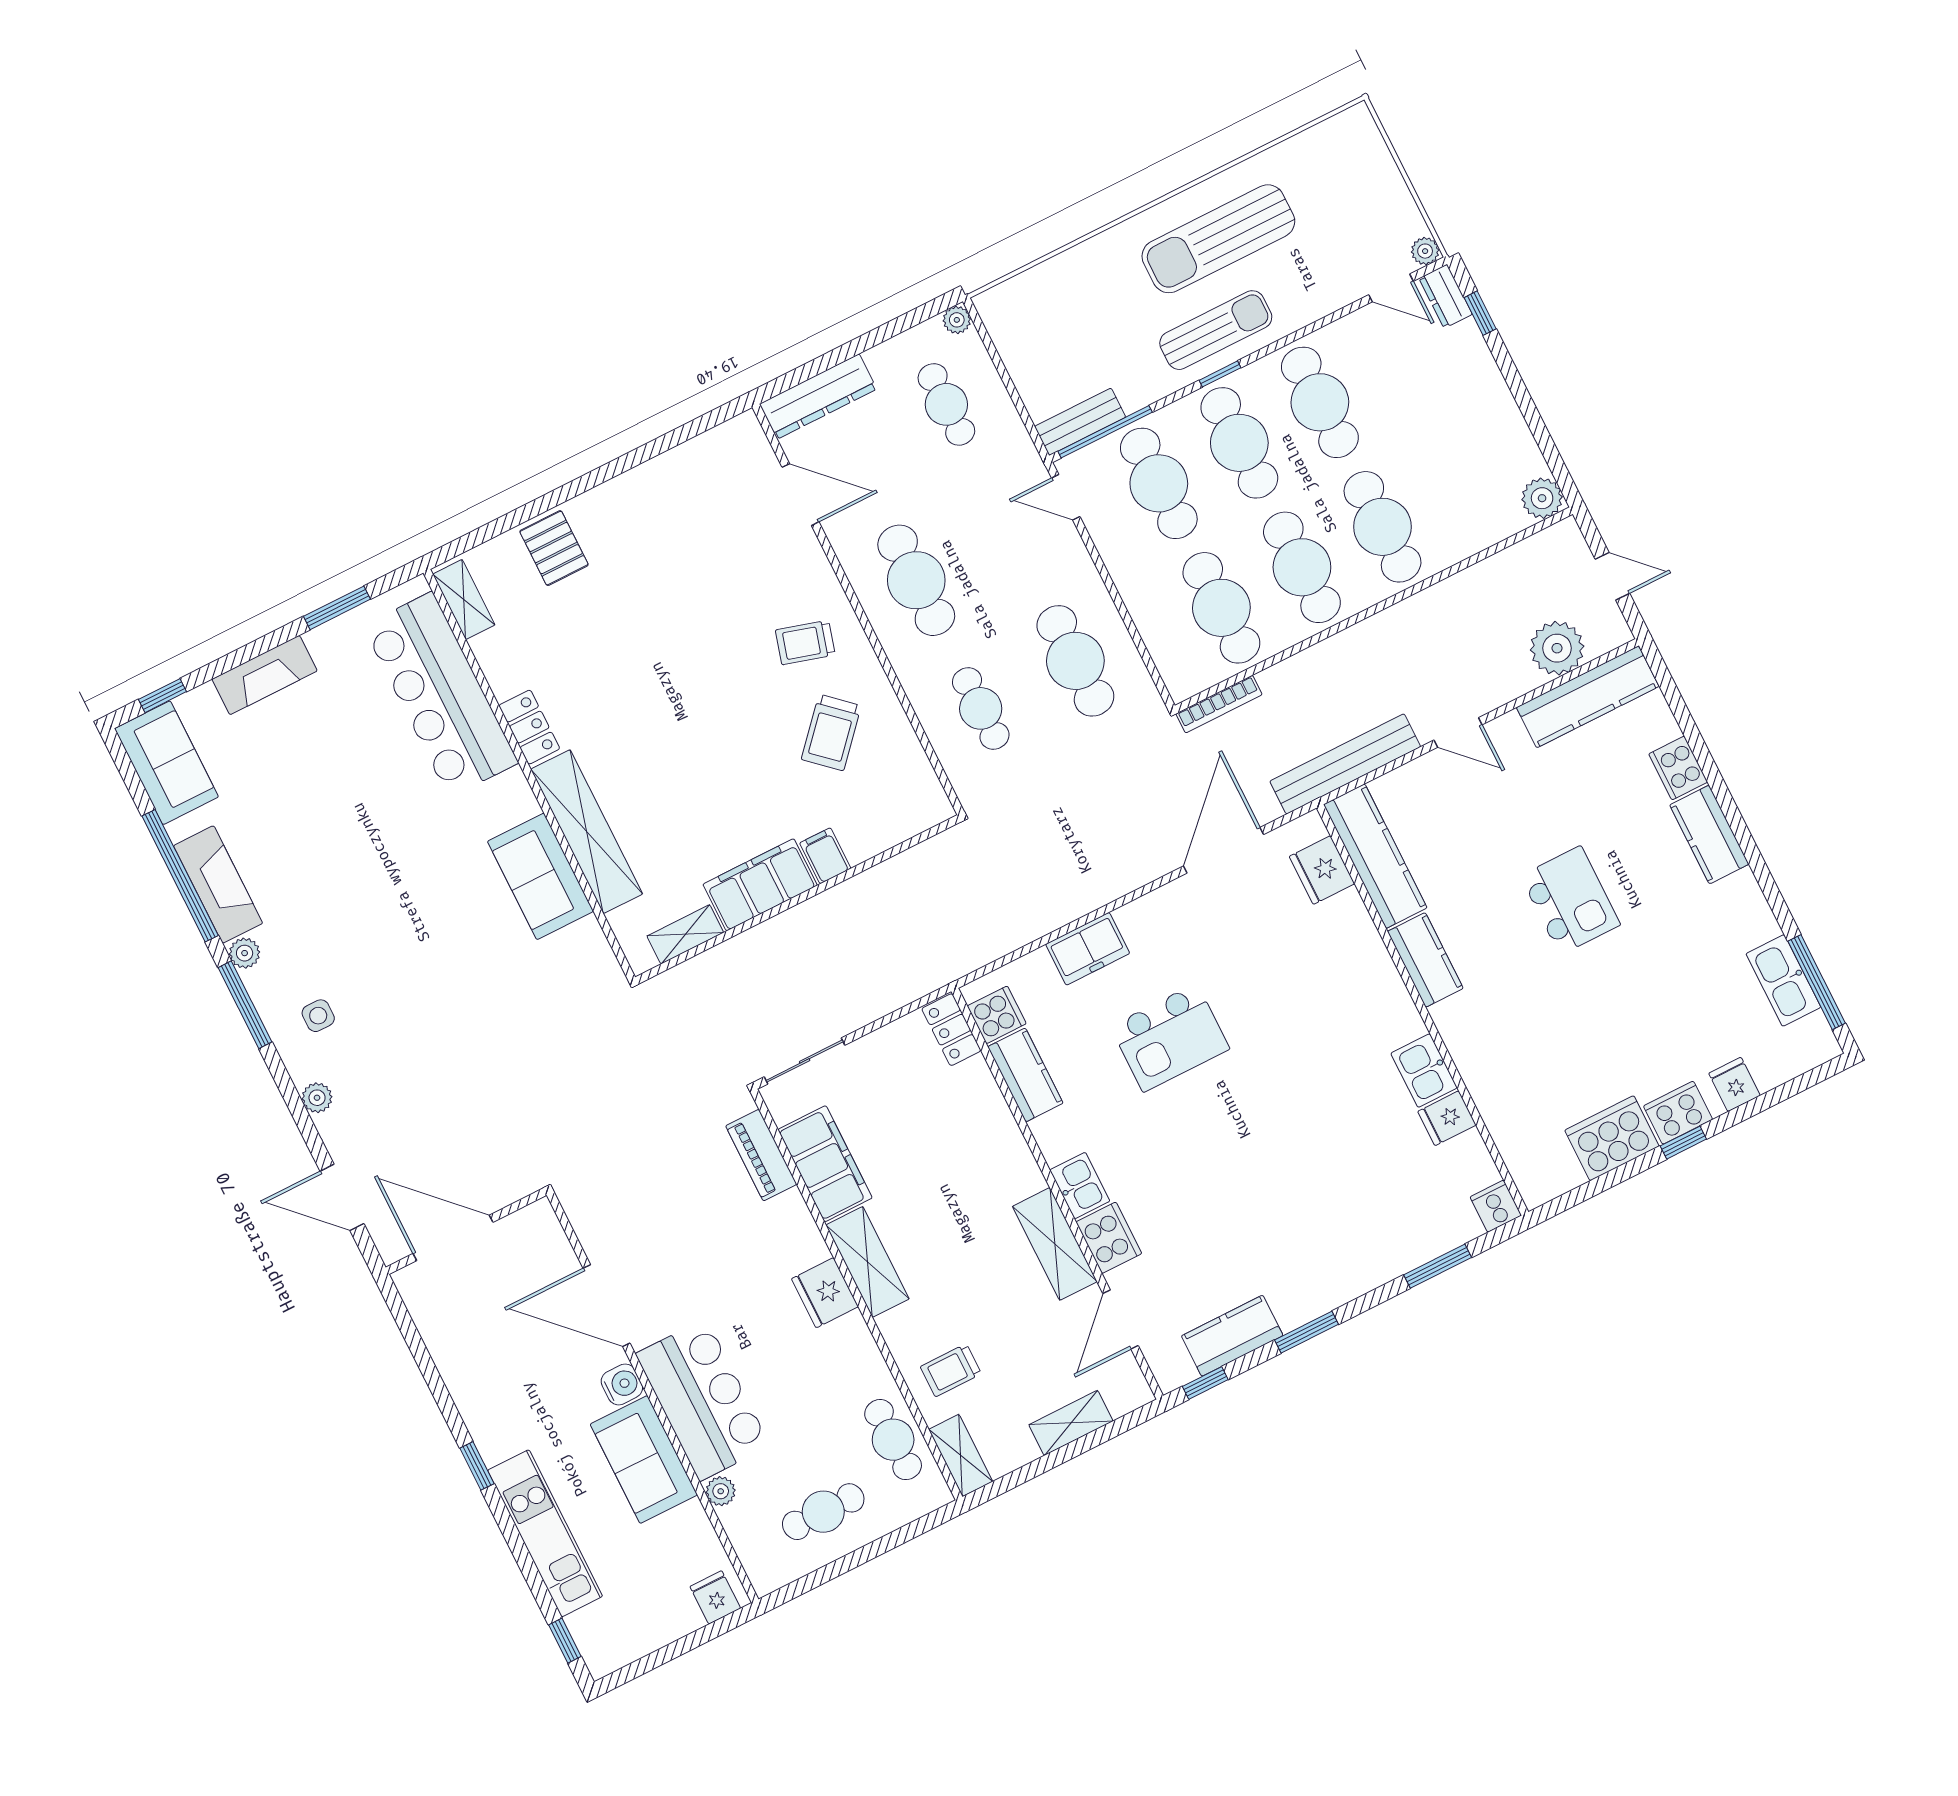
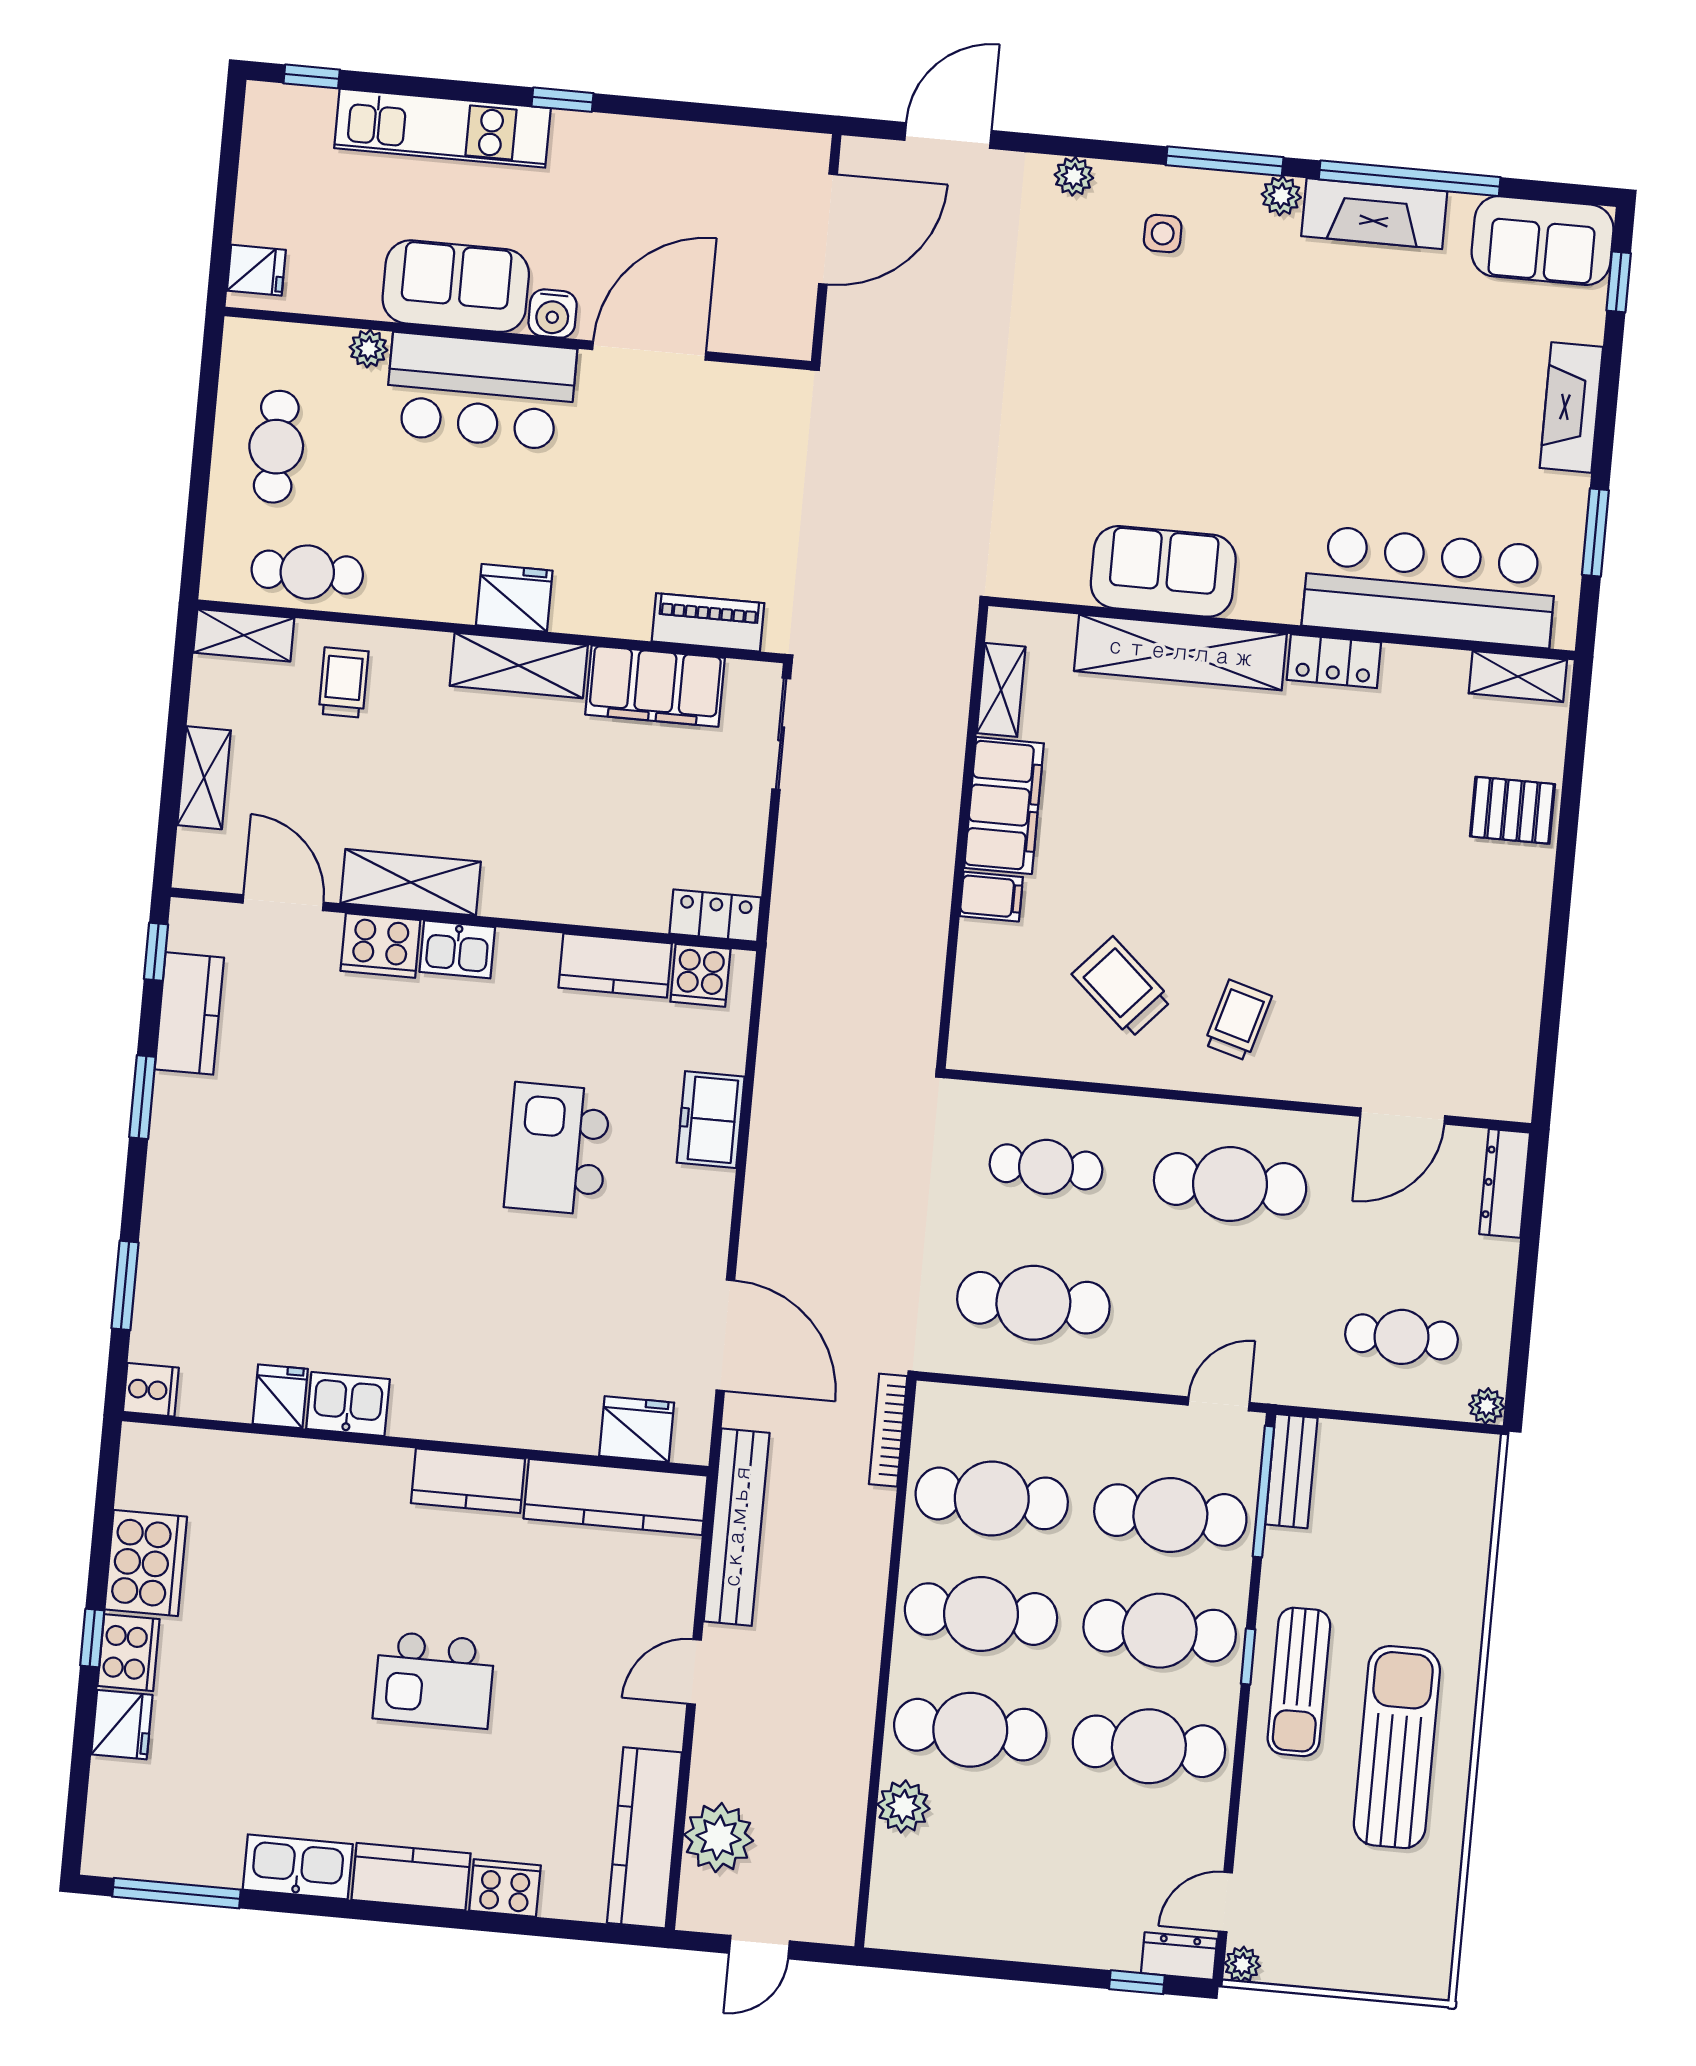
dresser: (818, 396) -> (1505, 1183), width x0.73, depth x0.80
plant: (1542, 498) -> (903, 1806), moved
kitchen sink: (1783, 980) -> (298, 1867), moved
fridge: (1734, 1084) -> (122, 1725), width x1.38

